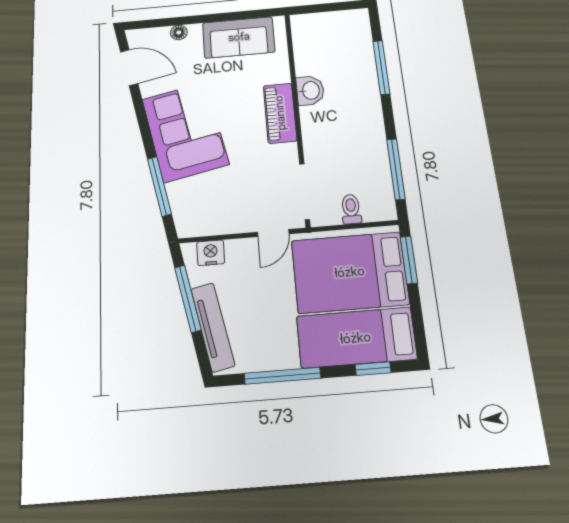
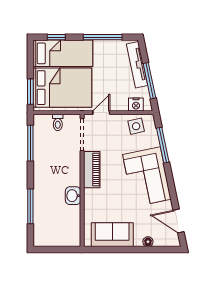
piano: (280, 113) -> (92, 170), moved
side table: (208, 214) -> (136, 126), added

